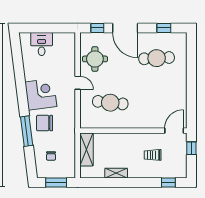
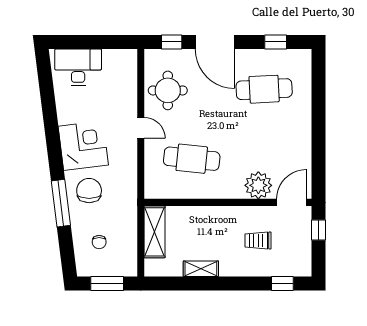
desk: (42, 44) -> (78, 67), width x1.37
plant: (153, 120) -> (258, 185), added
chair: (45, 123) -> (89, 191), turned 90

